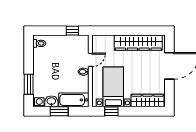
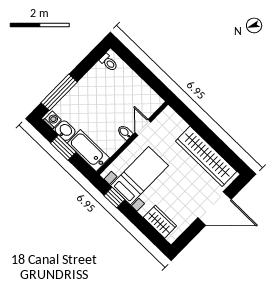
window: (72, 31) -> (153, 82), removed
door: (90, 60) -> (143, 127), swing flipped
window: (29, 84) -> (59, 92), width x1.44
wardrobe: (148, 101) -> (160, 222), width x0.67

